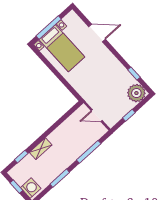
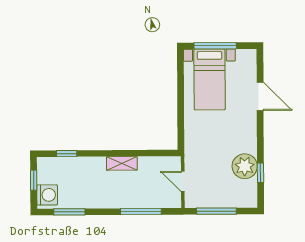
plant: (136, 93) -> (245, 166), moved
window: (129, 115) -> (216, 211), width x2.17
shelving: (41, 149) -> (122, 163), moved
window: (60, 178) -> (69, 212), moved

